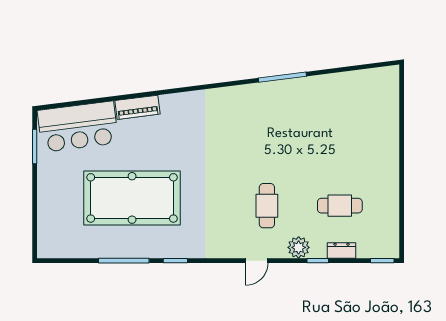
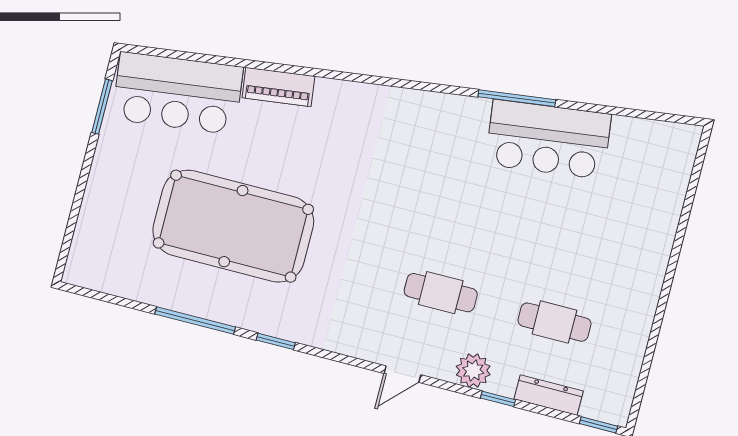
bar counter: (308, 97) -> (548, 139), added
cafe table: (267, 206) -> (441, 293), turned 90
dresser: (341, 250) -> (549, 395), width x1.44

